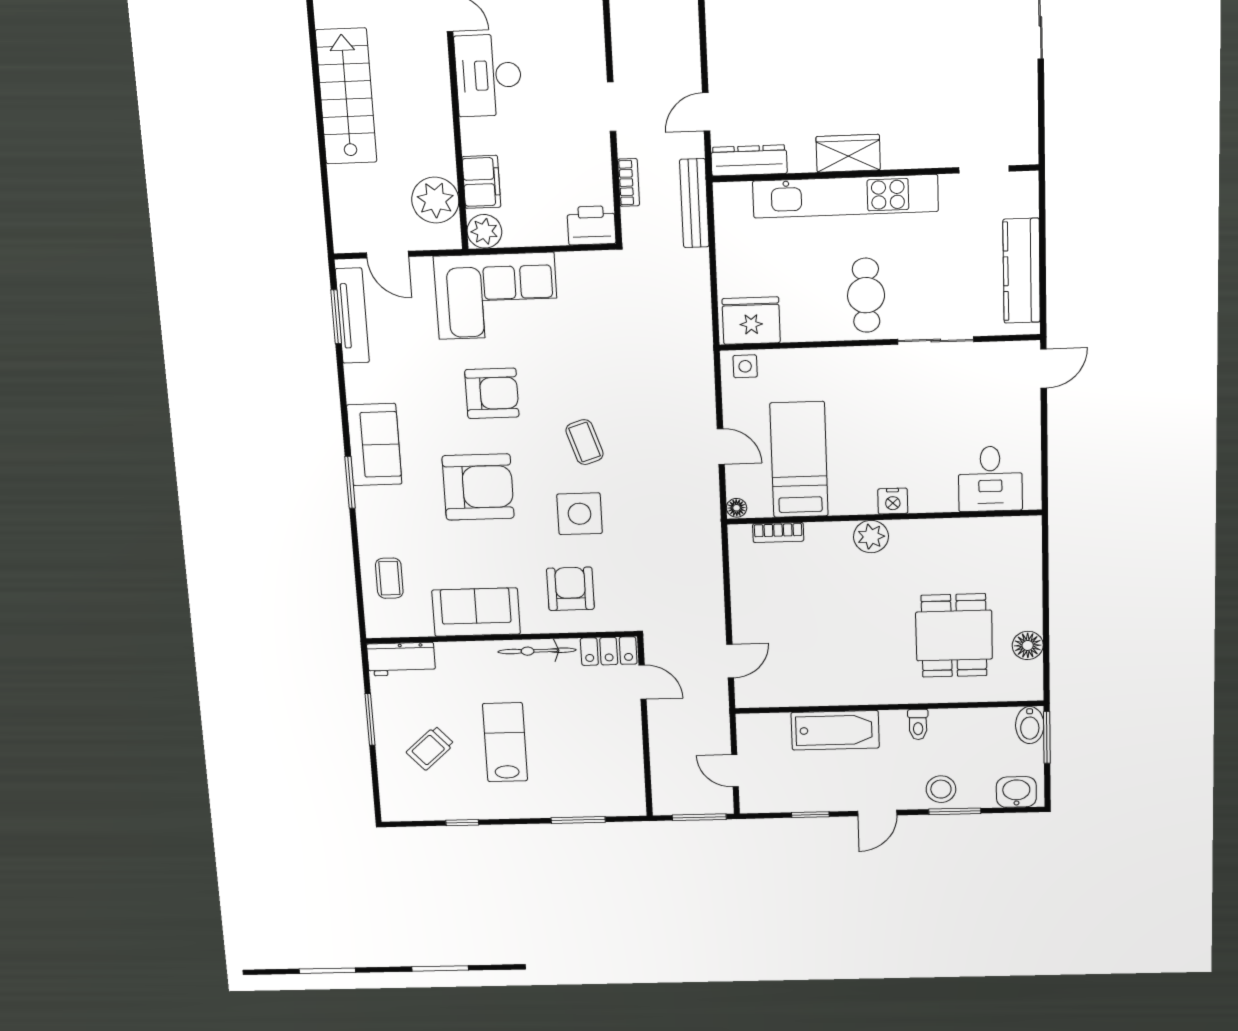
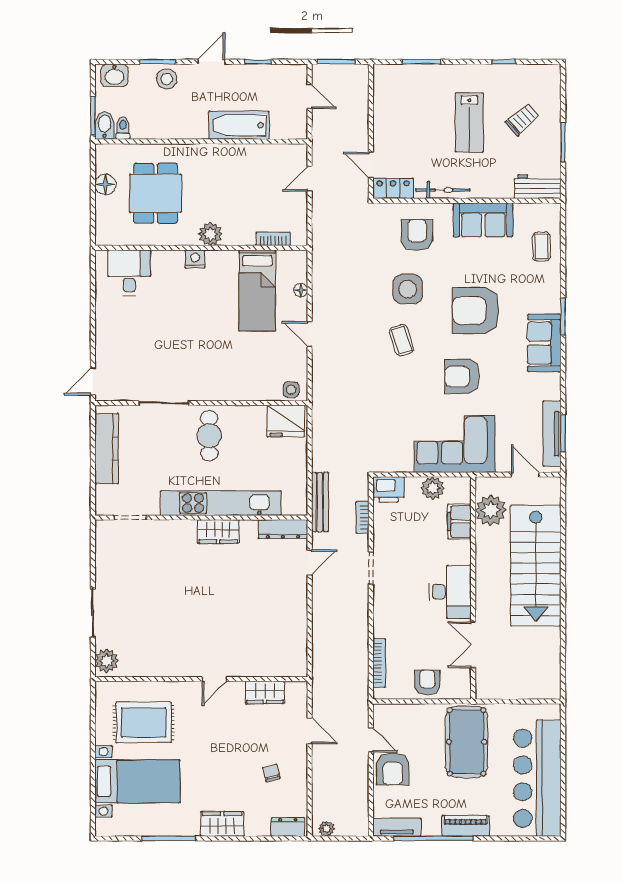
stairs: (346, 96) -> (536, 566), width x1.36, depth x1.51
plant: (484, 231) -> (433, 488), moved
bed: (799, 460) -> (257, 290), moved
desk: (990, 479) -> (129, 273), moved
nightstand: (893, 501) -> (195, 259), moved
wall: (884, 517) -> (201, 248), moved
bookcase: (778, 532) -> (273, 239), moved
plant: (871, 537) -> (210, 234), moved
armchair: (570, 589) -> (417, 235), turned 180
toilet: (918, 724) -> (123, 128), moved

